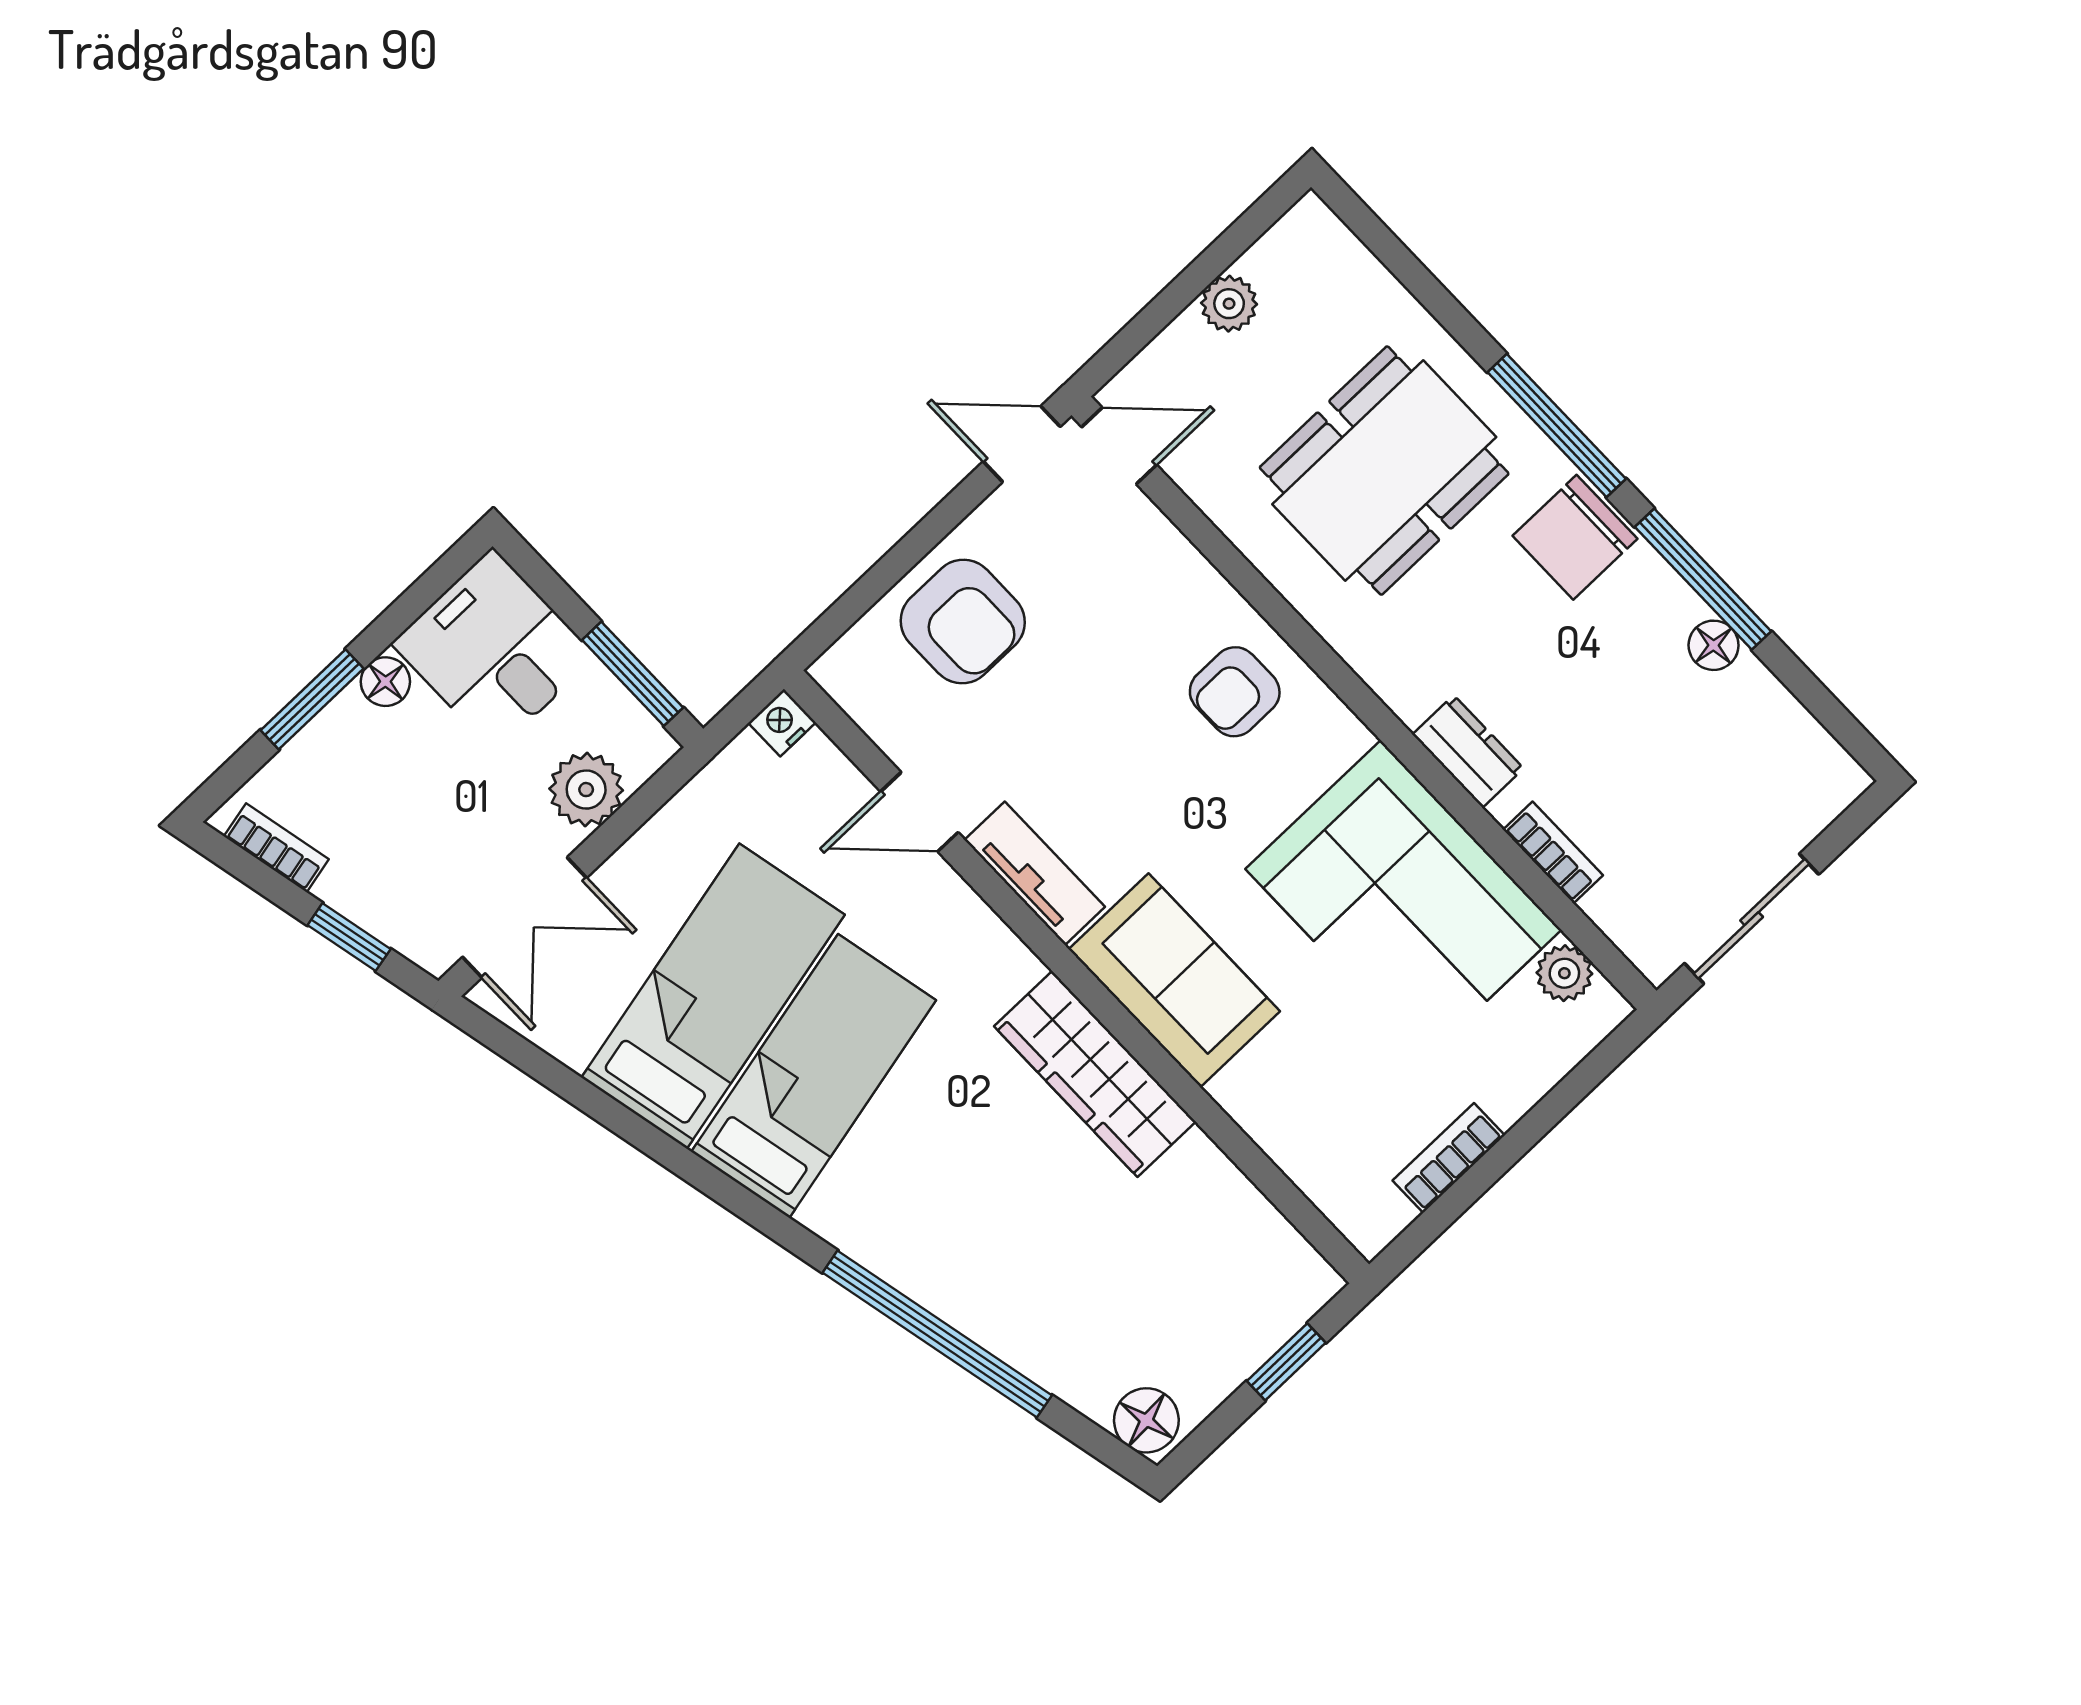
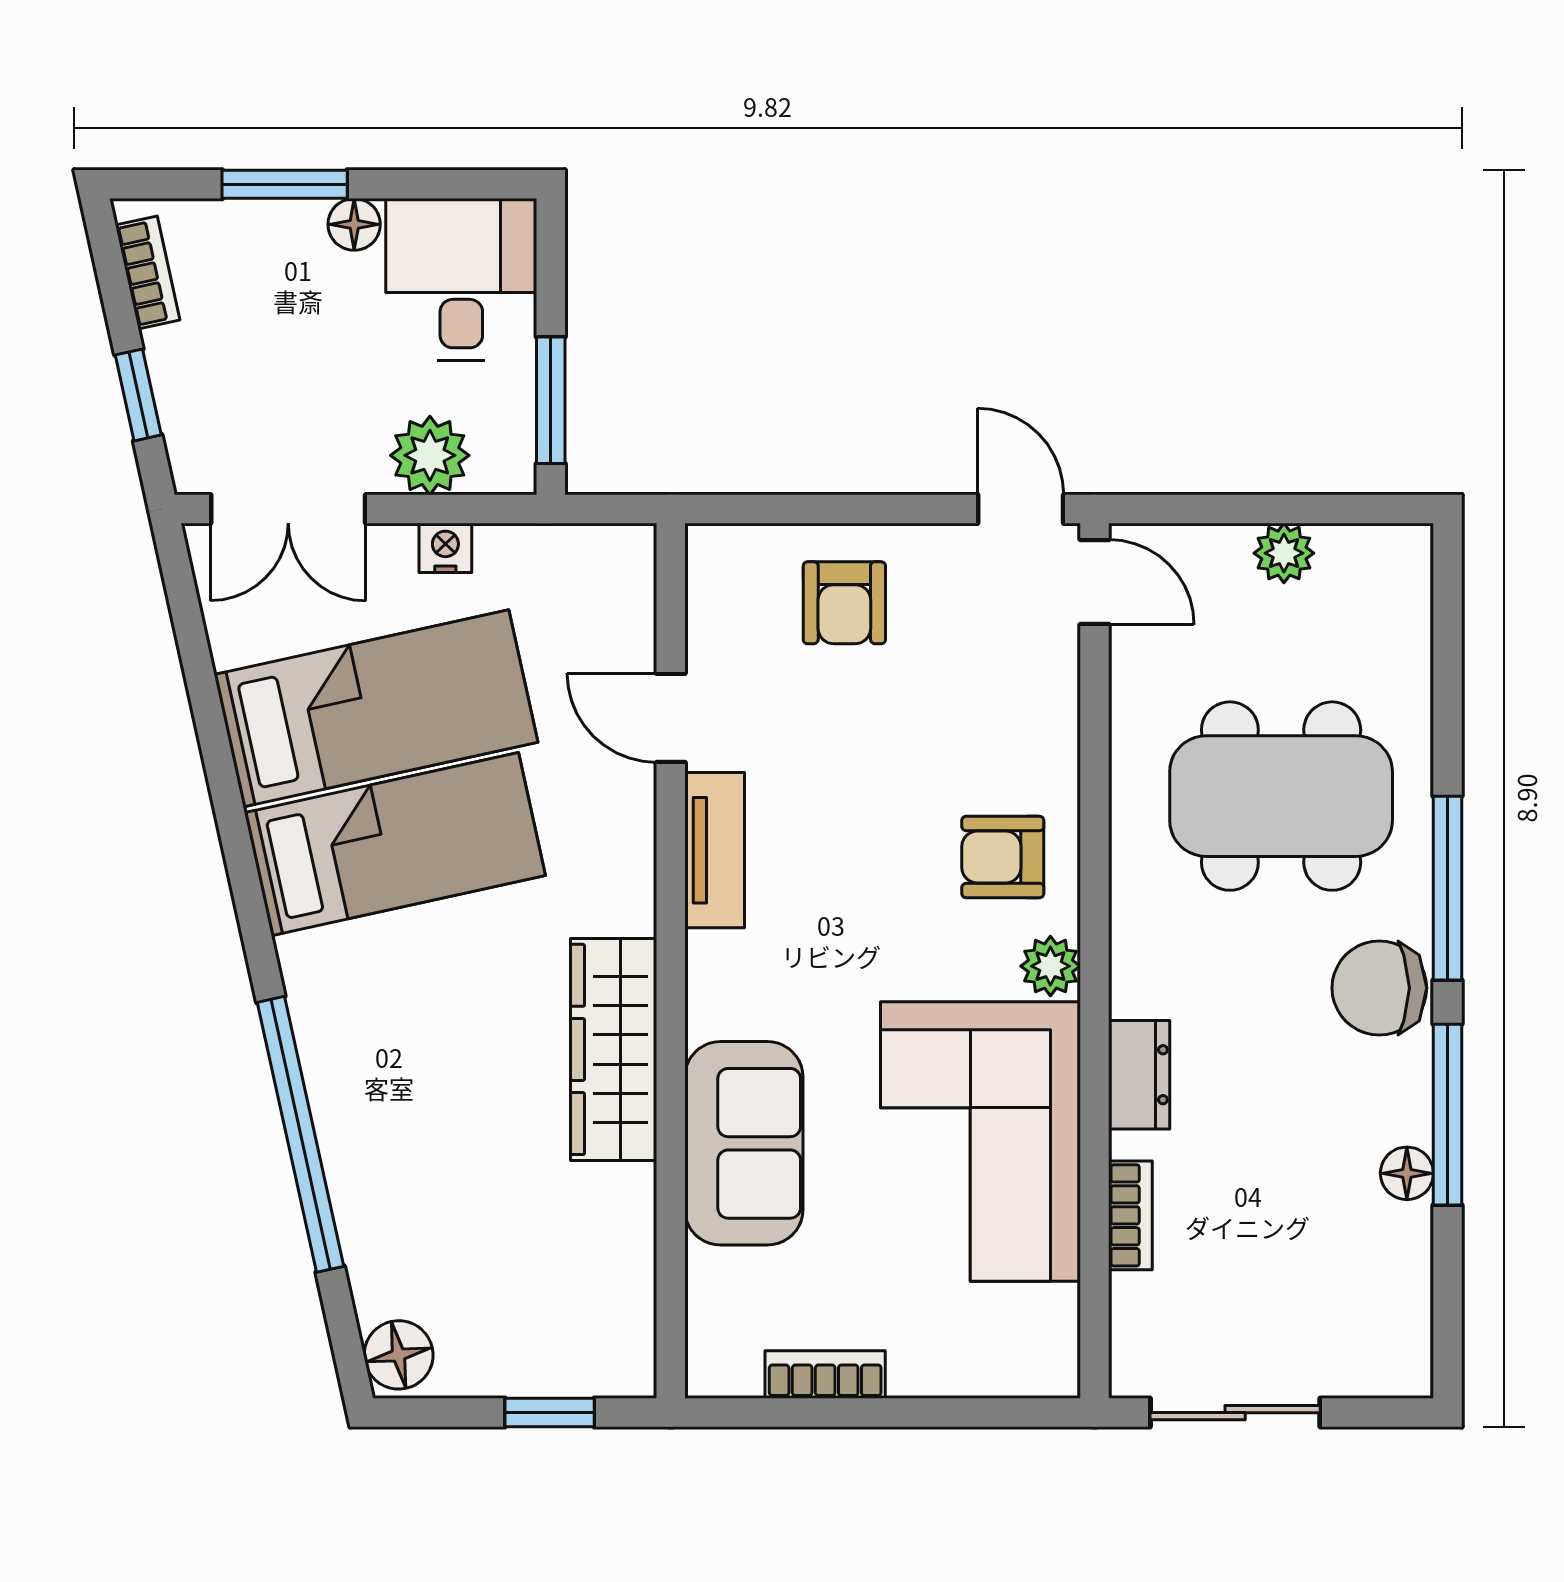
armchair: (963, 622) -> (844, 603), width x0.72, depth x0.72
nightstand: (782, 723) -> (445, 548), moved
plant: (1564, 973) -> (1050, 966), moved
sofa: (1174, 980) -> (744, 1143), moved

